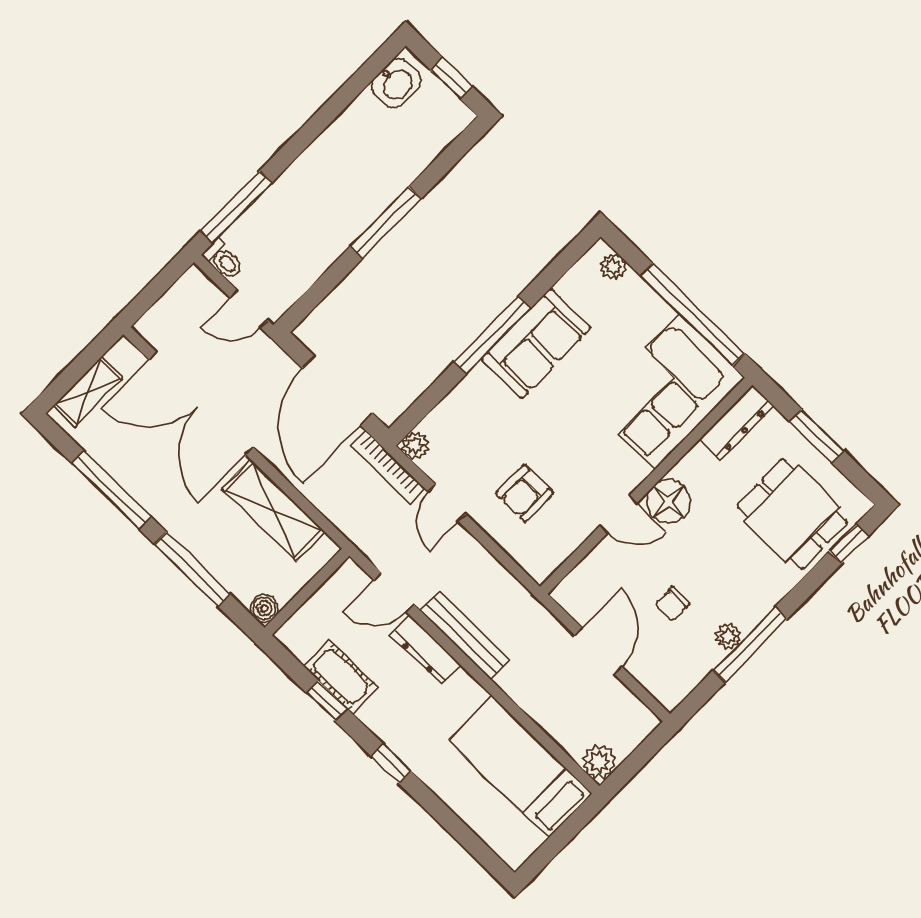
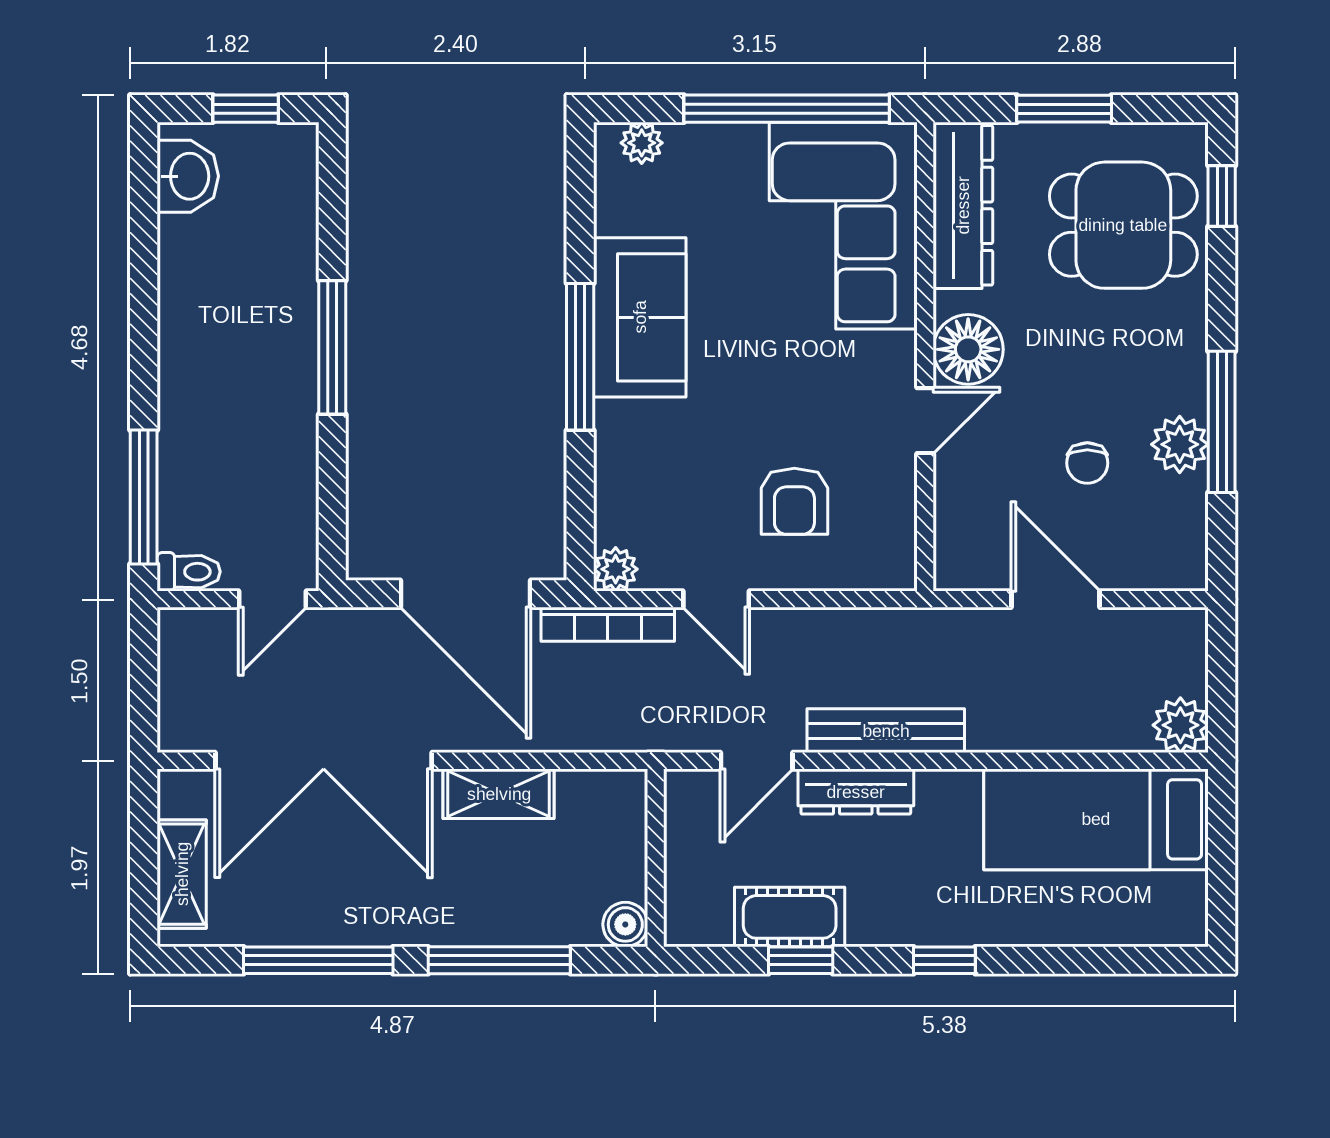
dresser: (736, 422) -> (963, 205), width x1.37, depth x1.24
shelving: (273, 510) -> (499, 794), width x0.67, depth x0.75
plant: (728, 636) -> (1180, 444), width x1.38, depth x1.38

